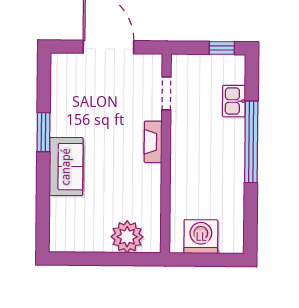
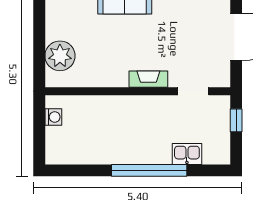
window: (222, 48) -> (236, 120), moved
washing machine: (201, 237) -> (53, 117), width x0.53, depth x0.53

